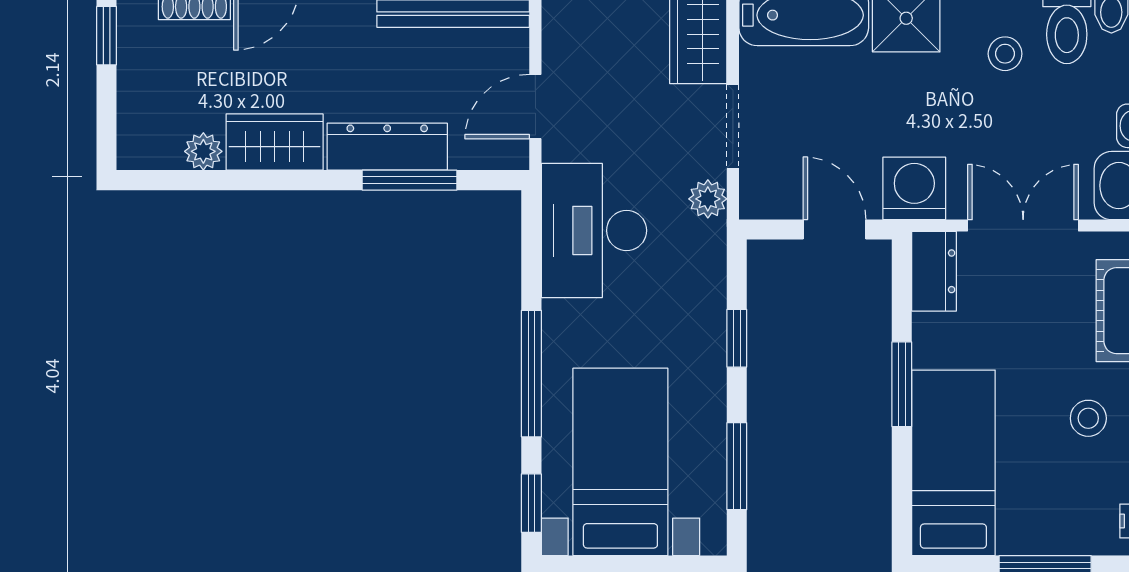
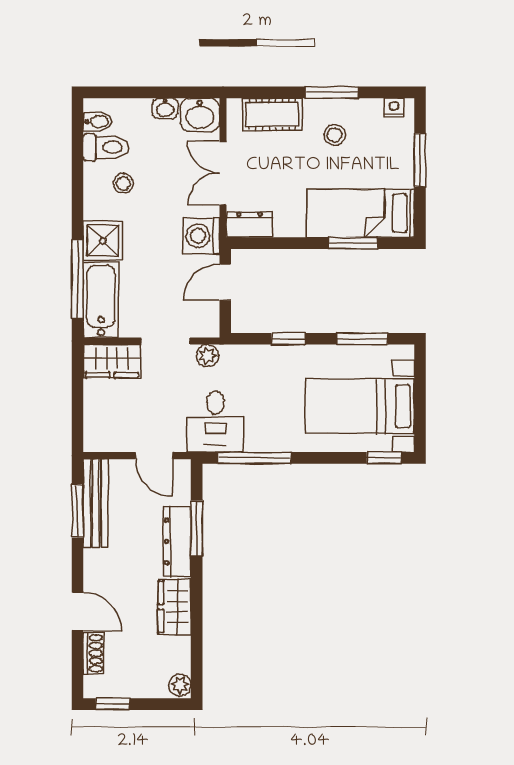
plant: (203, 151) -> (180, 685), moved
desk: (594, 230) -> (215, 422), width x0.73
window: (531, 374) -> (254, 458), moved
window: (902, 384) -> (353, 243), moved

